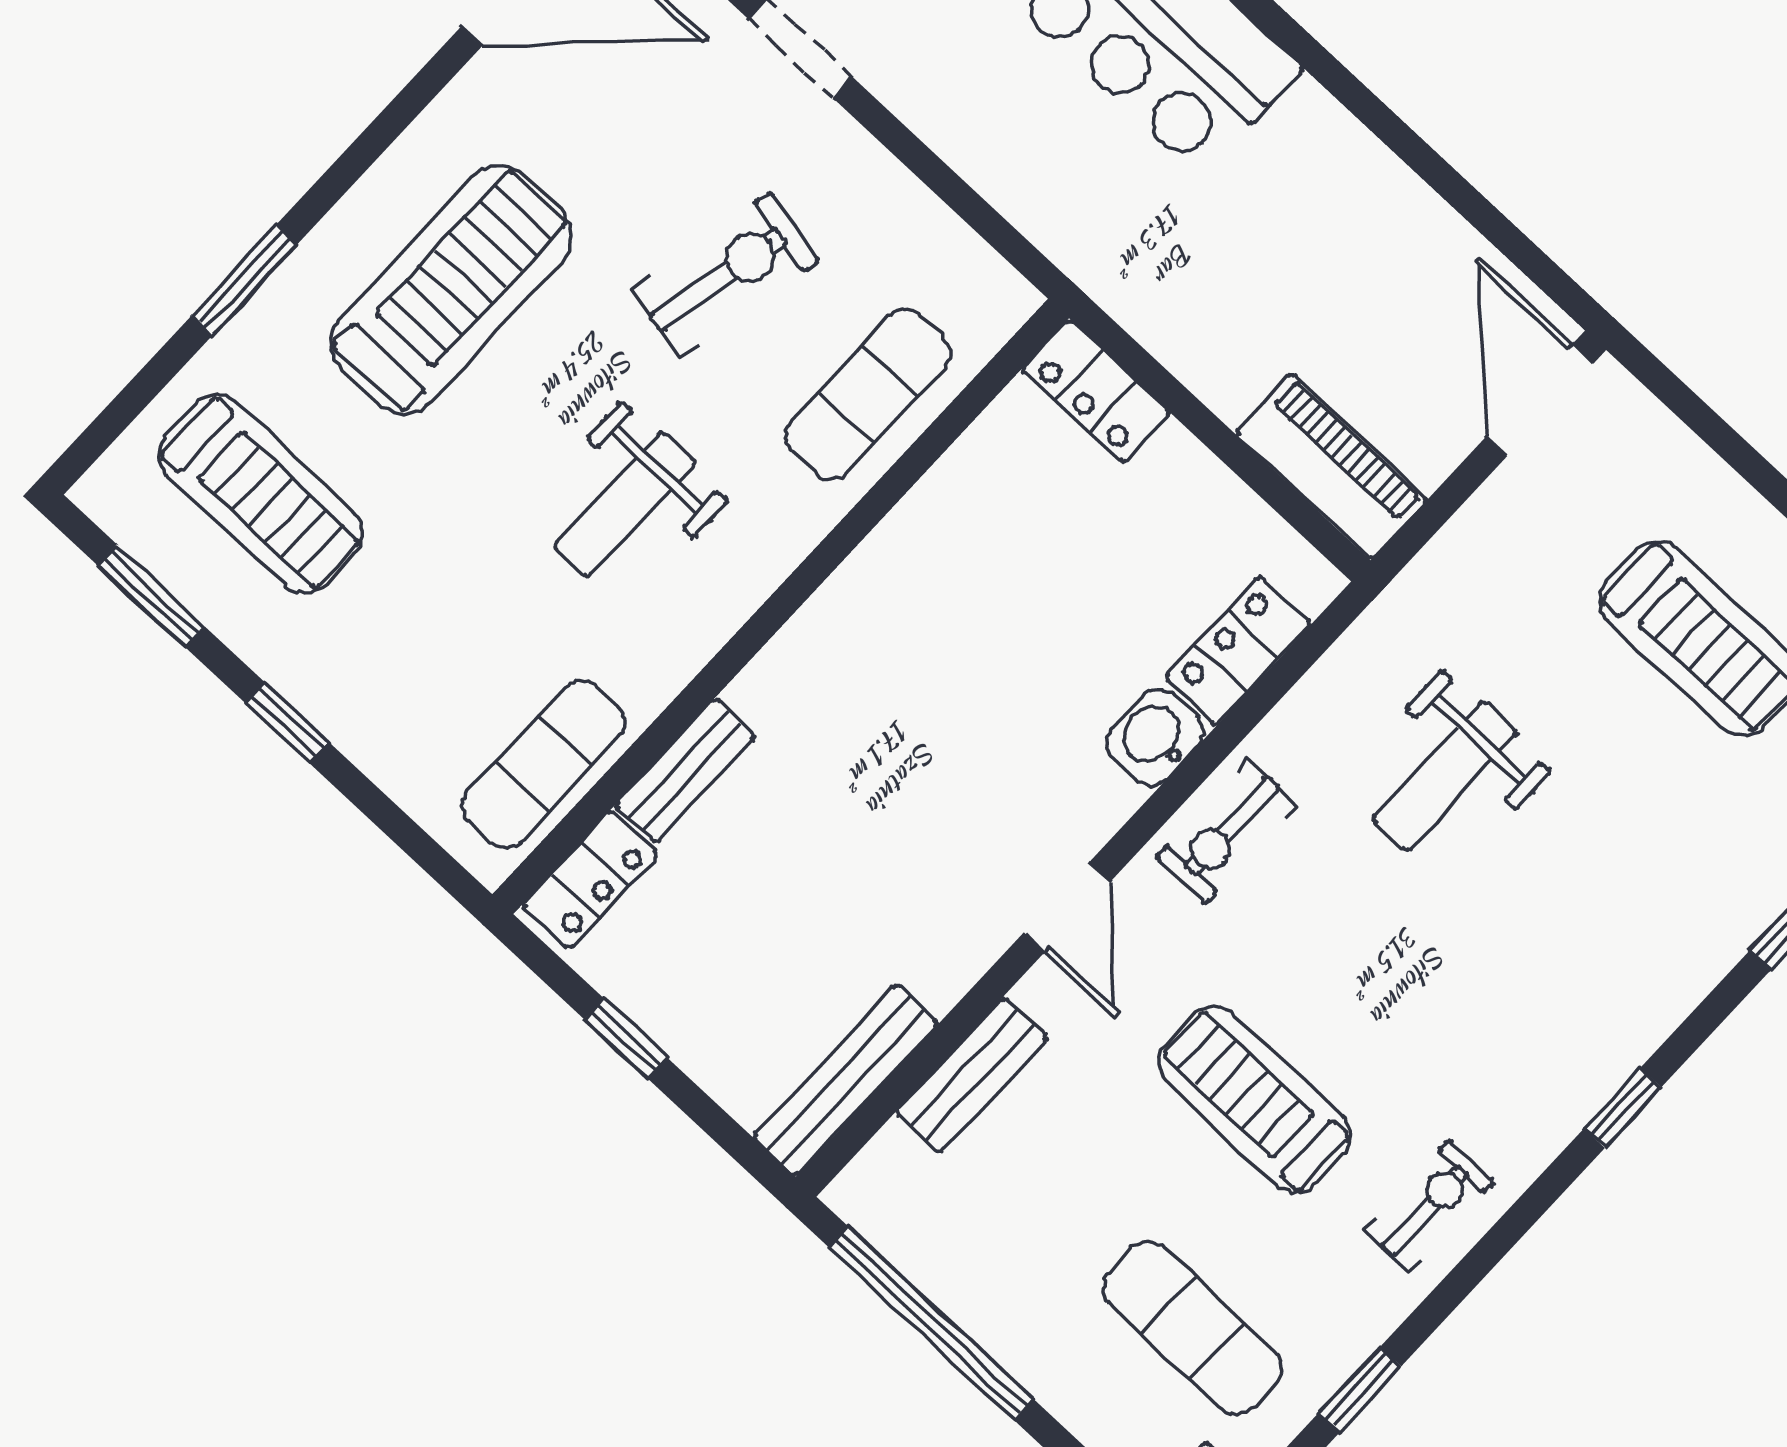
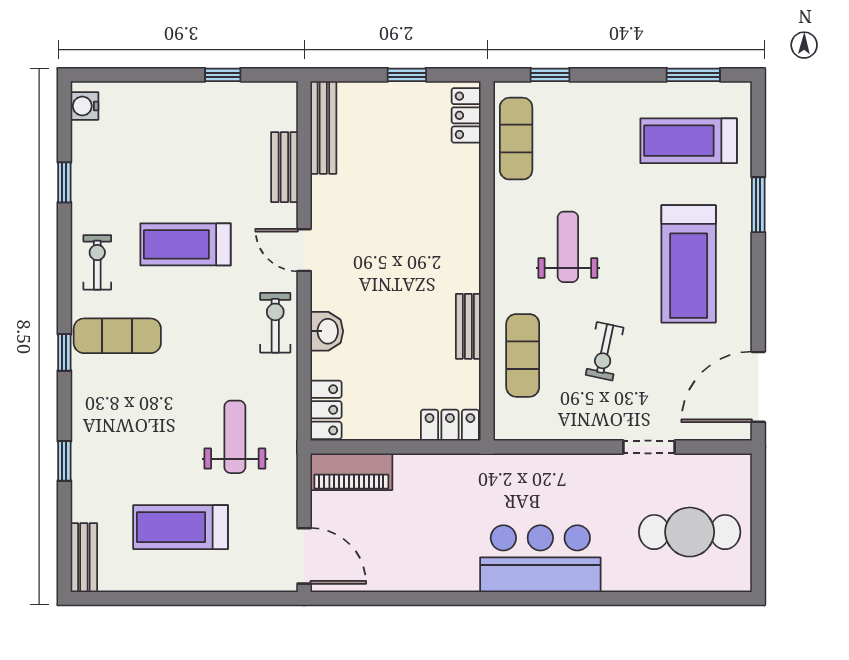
exercise bike: (725, 275) -> (605, 351), width x0.73, depth x0.72
locker: (1238, 651) -> (326, 410), moved
window: (287, 722) -> (550, 75), moved
bench: (685, 771) -> (468, 326), moved
weight bench: (1445, 776) -> (235, 437), moved
treadmill: (1255, 1100) -> (185, 244), turned 180
exercise bike: (1429, 1206) -> (97, 262), turned 180
window: (931, 1323) -> (223, 75), width x0.32
exercise mat: (1192, 1328) -> (117, 336), moved

